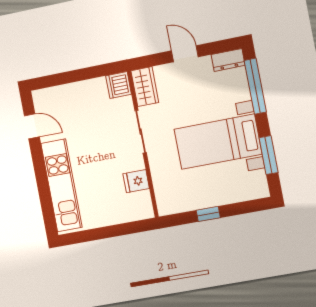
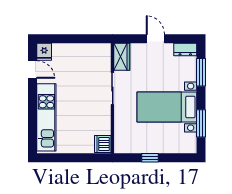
dishwasher: (119, 85) -> (103, 144), moved
window: (255, 86) -> (201, 72), width x0.69
fridge: (136, 181) -> (44, 52), moved, turned -90

